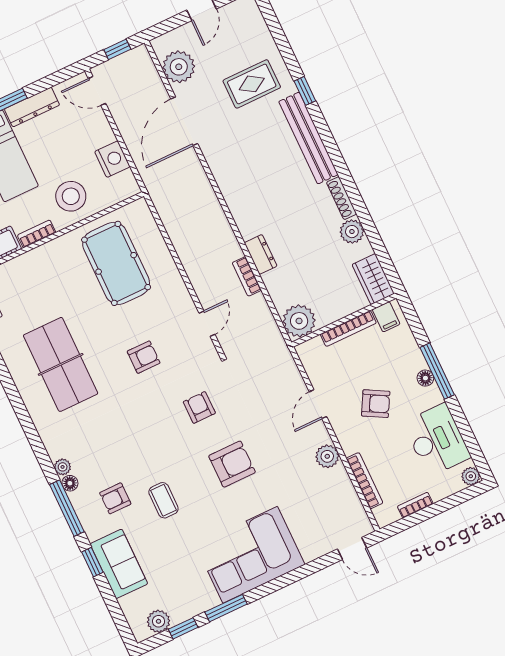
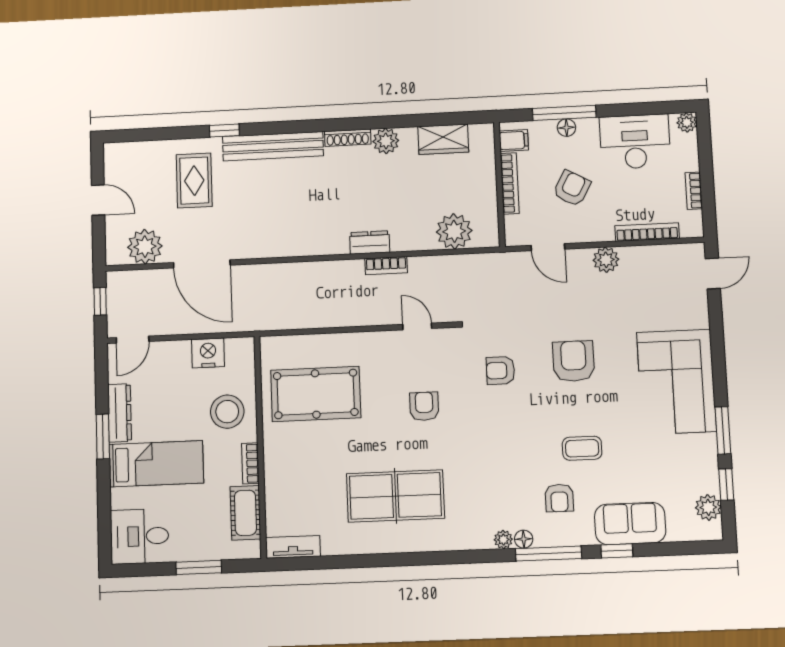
filing cabinet: (386, 317) -> (514, 140), moved
wall: (344, 320) -> (499, 184), moved
bookcase: (348, 328) -> (510, 183), moved

